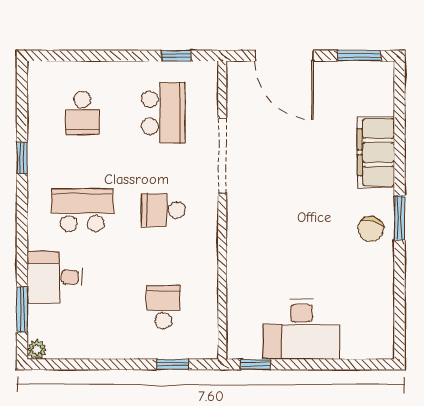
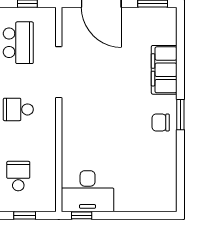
chair: (371, 229) -> (161, 123), turned 74
desk: (301, 329) -> (88, 191), moved

